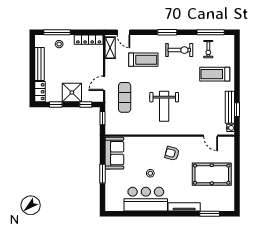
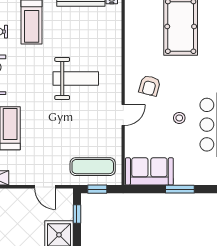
exercise mat: (125, 97) -> (93, 167), moved
weight bench: (164, 106) -> (76, 78), moved
door: (211, 136) -> (123, 115), moved

